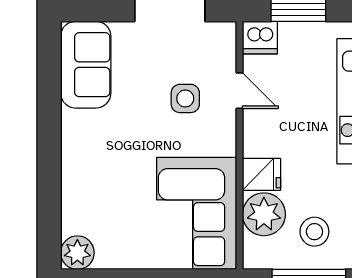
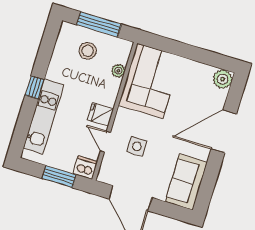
door: (49, 167) -> (224, 131), added
fridge: (262, 174) -> (100, 114), moved
plant: (264, 214) -> (118, 71), width x0.53, depth x0.53

